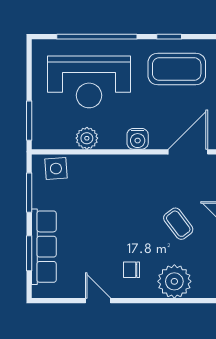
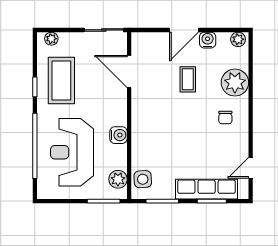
reception desk: (89, 82) -> (72, 152), turned 180
plant: (87, 138) -> (118, 179), moved
water cooler: (138, 139) -> (118, 135), moved
coffee table: (178, 224) -> (188, 79), turned -53
door: (98, 301) -> (251, 168), moved

